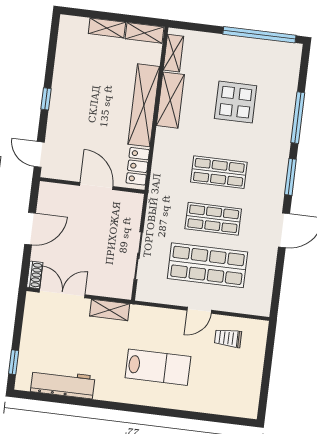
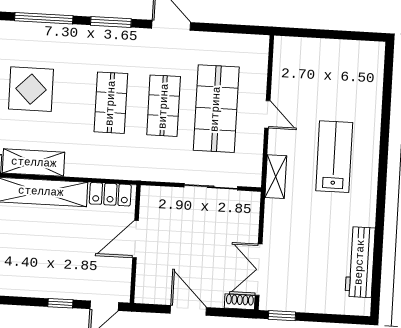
window: (46, 99) -> (60, 303), moved
shelving: (110, 310) -> (276, 177), moved
trolley: (228, 338) -> (296, 80), removed
window: (14, 362) -> (282, 316), moved

